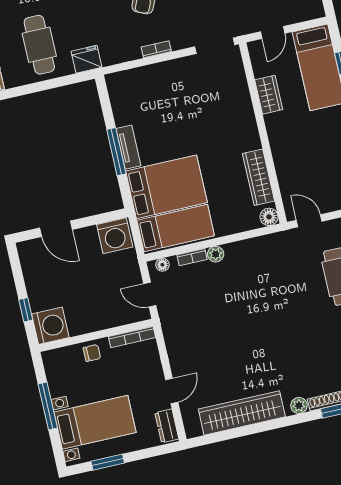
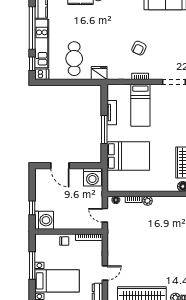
tv unit: (128, 147) -> (112, 113), moved
bed: (176, 228) -> (140, 105), moved, turned 90

